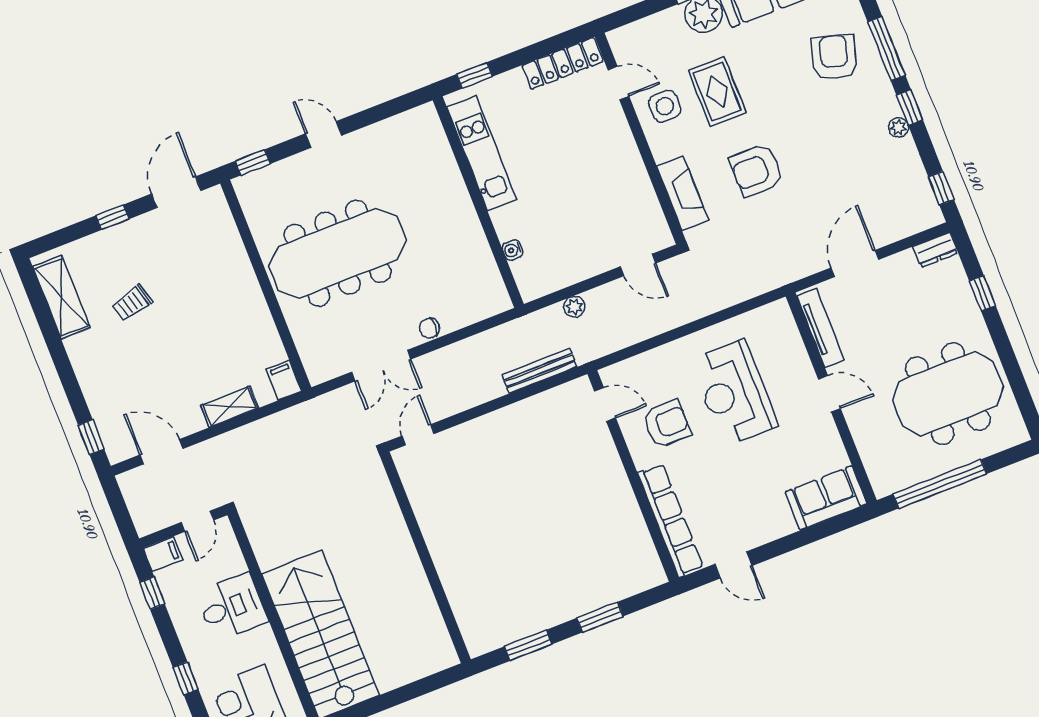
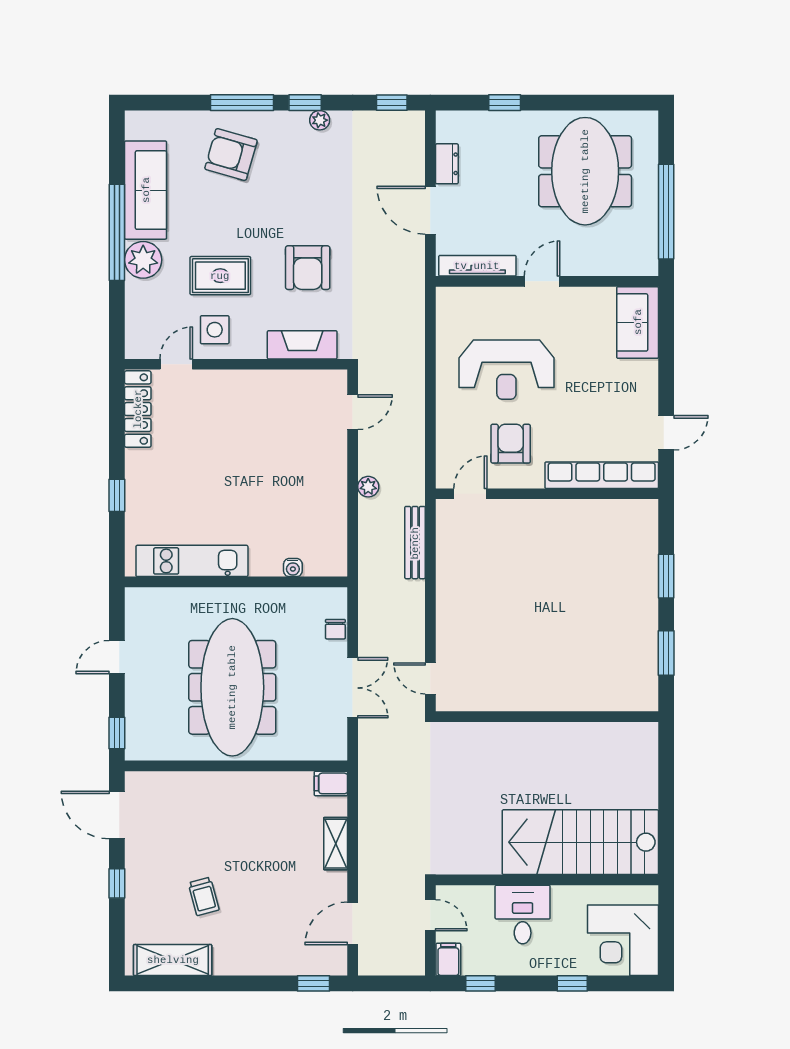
kitchen unit: (482, 153) -> (192, 561), moved
wall: (478, 202) -> (236, 582), moved
water cooler: (513, 250) -> (293, 568), moved
dresser: (935, 250) -> (447, 164), moved

